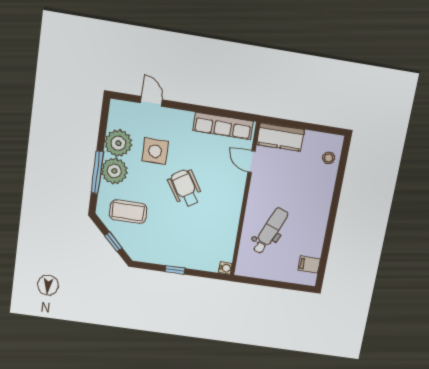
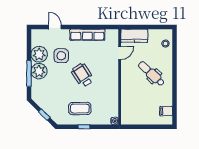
row of seats: (223, 126) -> (87, 35), moved
door: (252, 162) -> (120, 53), swing flipped
coffee table: (128, 212) -> (80, 109), moved
dental chair: (270, 231) -> (151, 74), moved, turned -69

